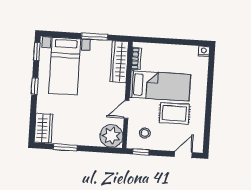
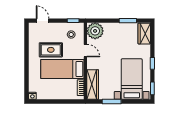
door: (127, 109) -> (85, 51), hinge flipped
door: (183, 155) -> (43, 21), swing flipped

